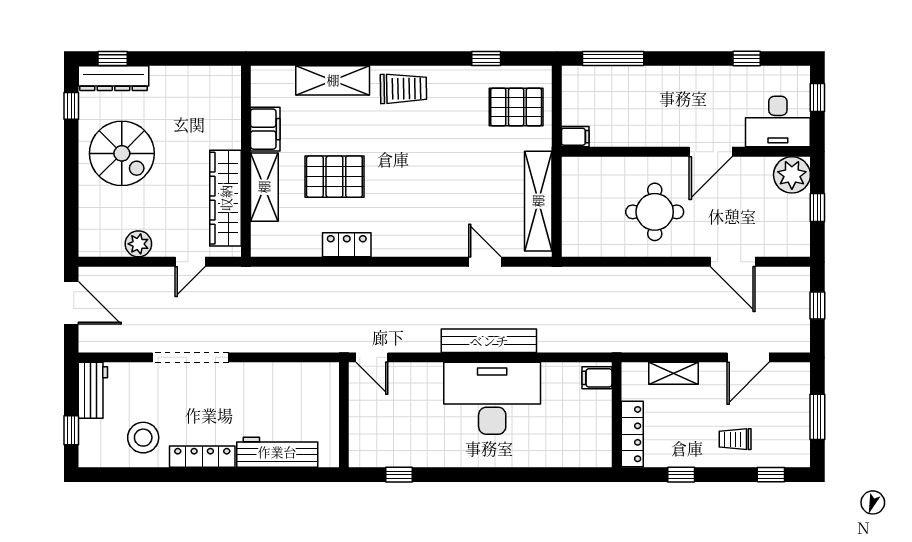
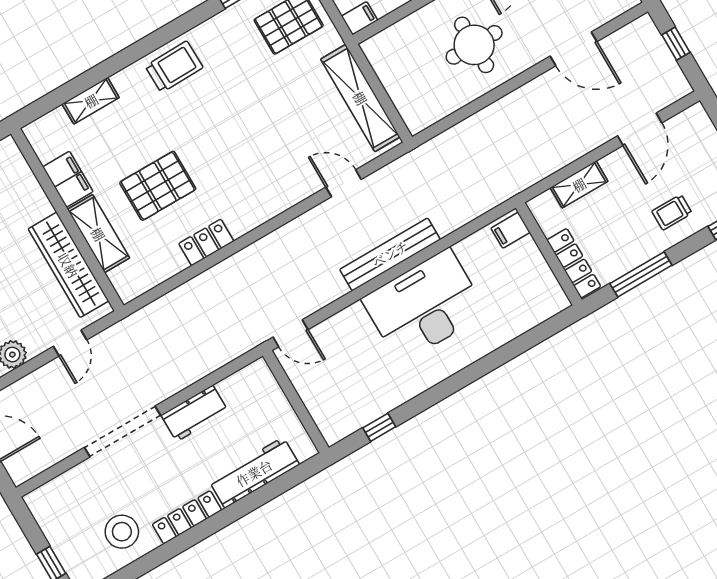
shelving: (333, 80) -> (91, 101), width x0.67, depth x0.75
workbench: (93, 390) -> (195, 413), moved, turned 90
window: (681, 475) -> (641, 274), width x2.17

